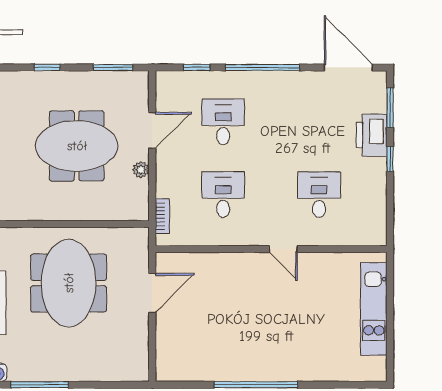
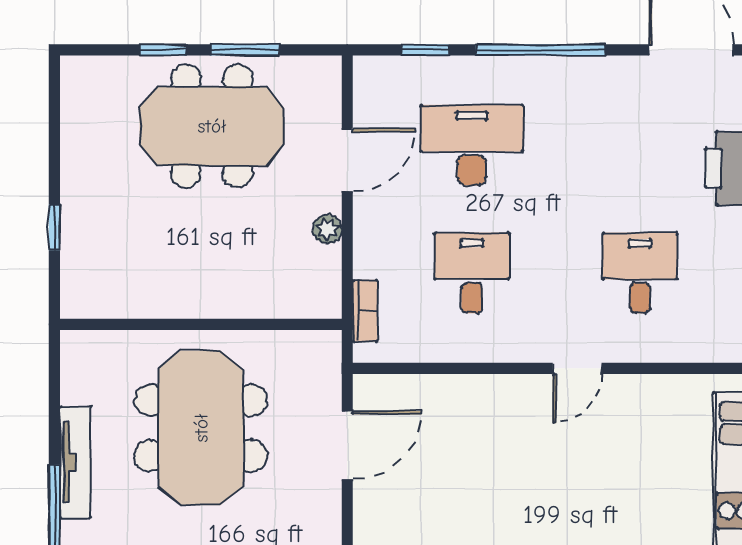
window: (113, 67) -> (245, 50), moved
desk: (223, 122) -> (472, 145), width x1.37
meeting table: (77, 146) -> (212, 126), moved
door: (283, 249) -> (577, 368), hinge flipped

